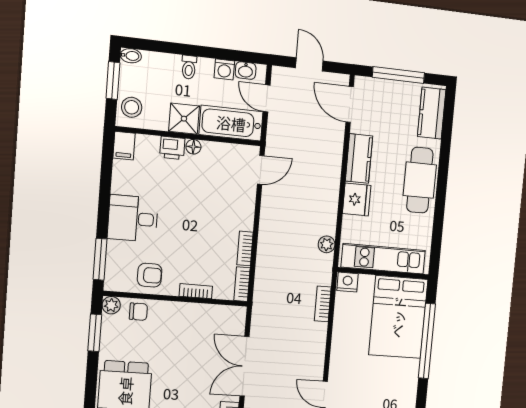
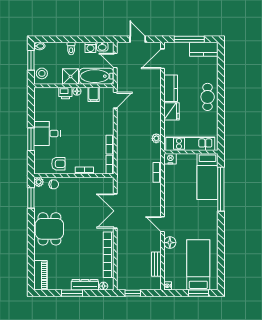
door: (350, 104) -> (163, 59), hinge flipped
kitchen counter: (432, 113) -> (204, 49), moved, turned -90
filing cabinet: (124, 146) -> (94, 94), moved
cafe table: (420, 180) -> (208, 97), width x0.73, depth x0.74
window: (100, 259) -> (31, 139), moved
bed: (398, 317) -> (207, 177), width x0.67

